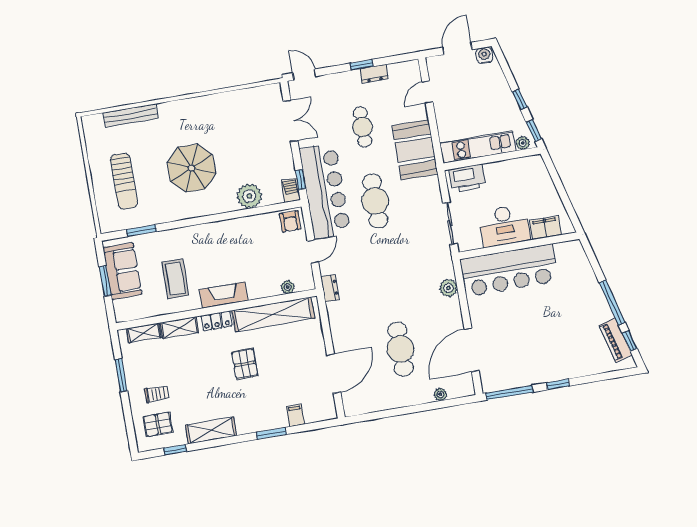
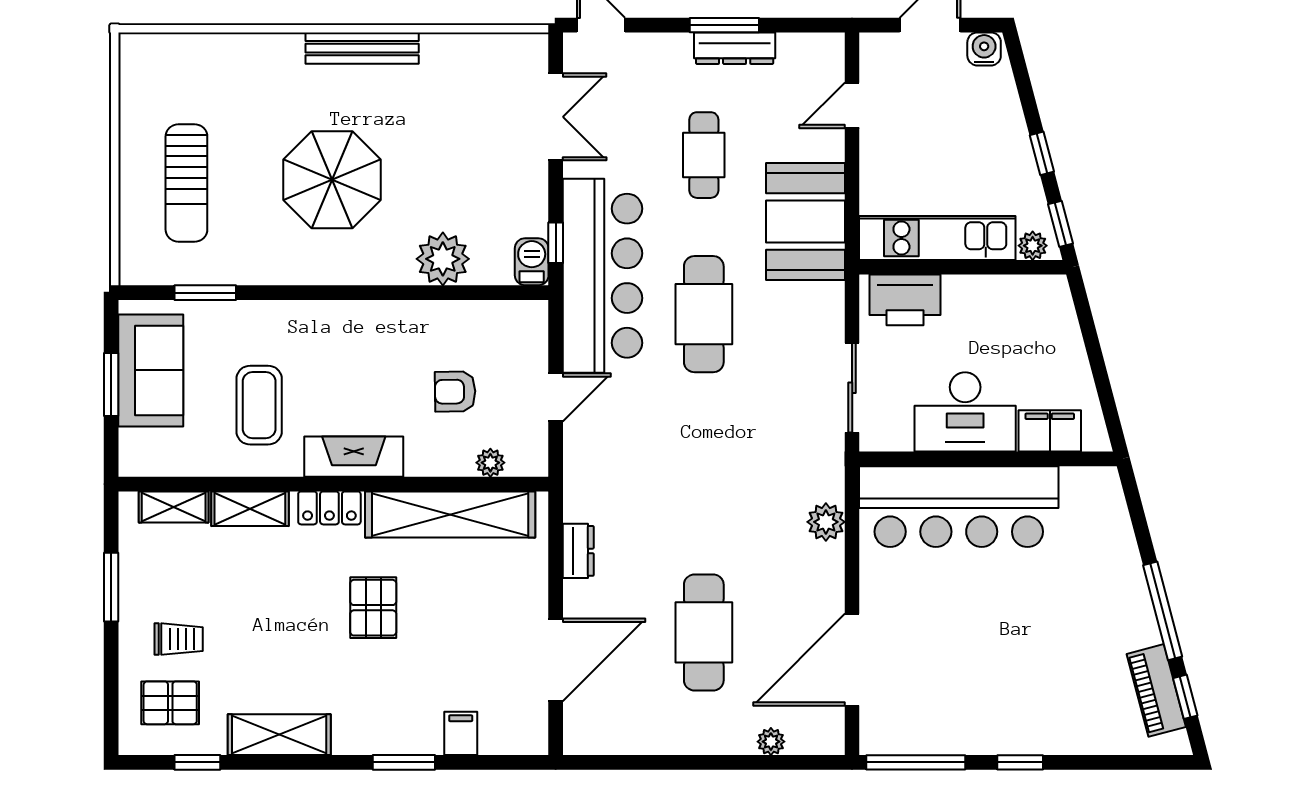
window: (362, 65) -> (724, 25), width x1.50
dresser: (374, 74) -> (735, 48), width x1.44
bench: (131, 115) -> (362, 48), moved
armchair: (290, 221) -> (455, 392), moved, turned 89
dresser: (330, 288) -> (578, 551), moved

